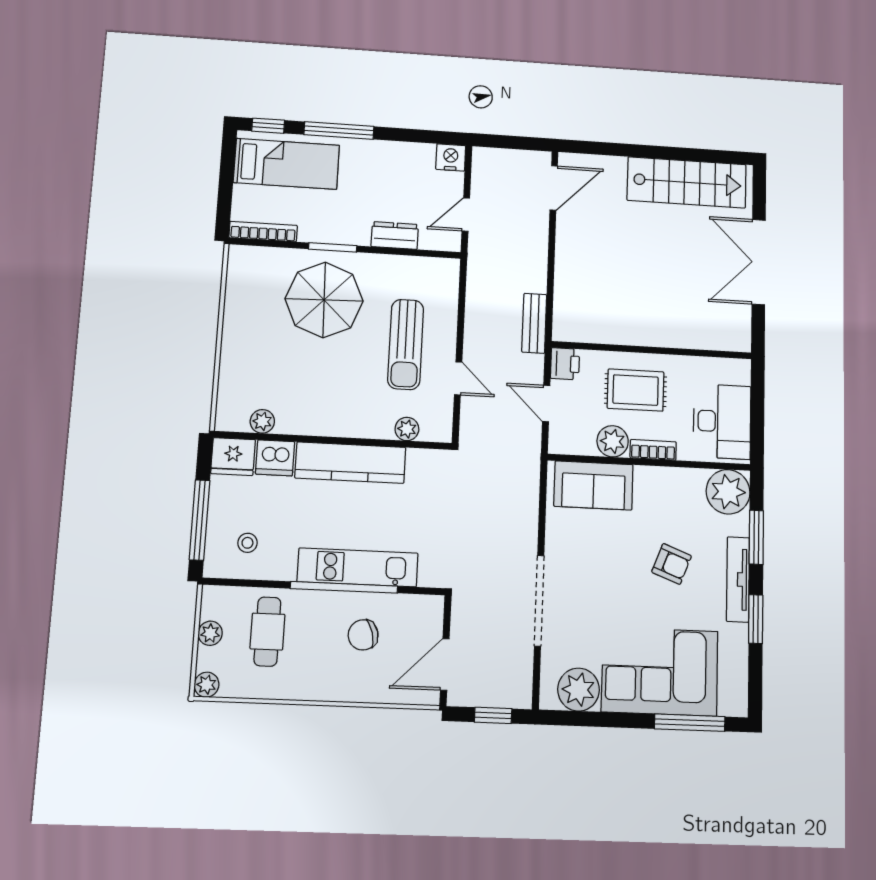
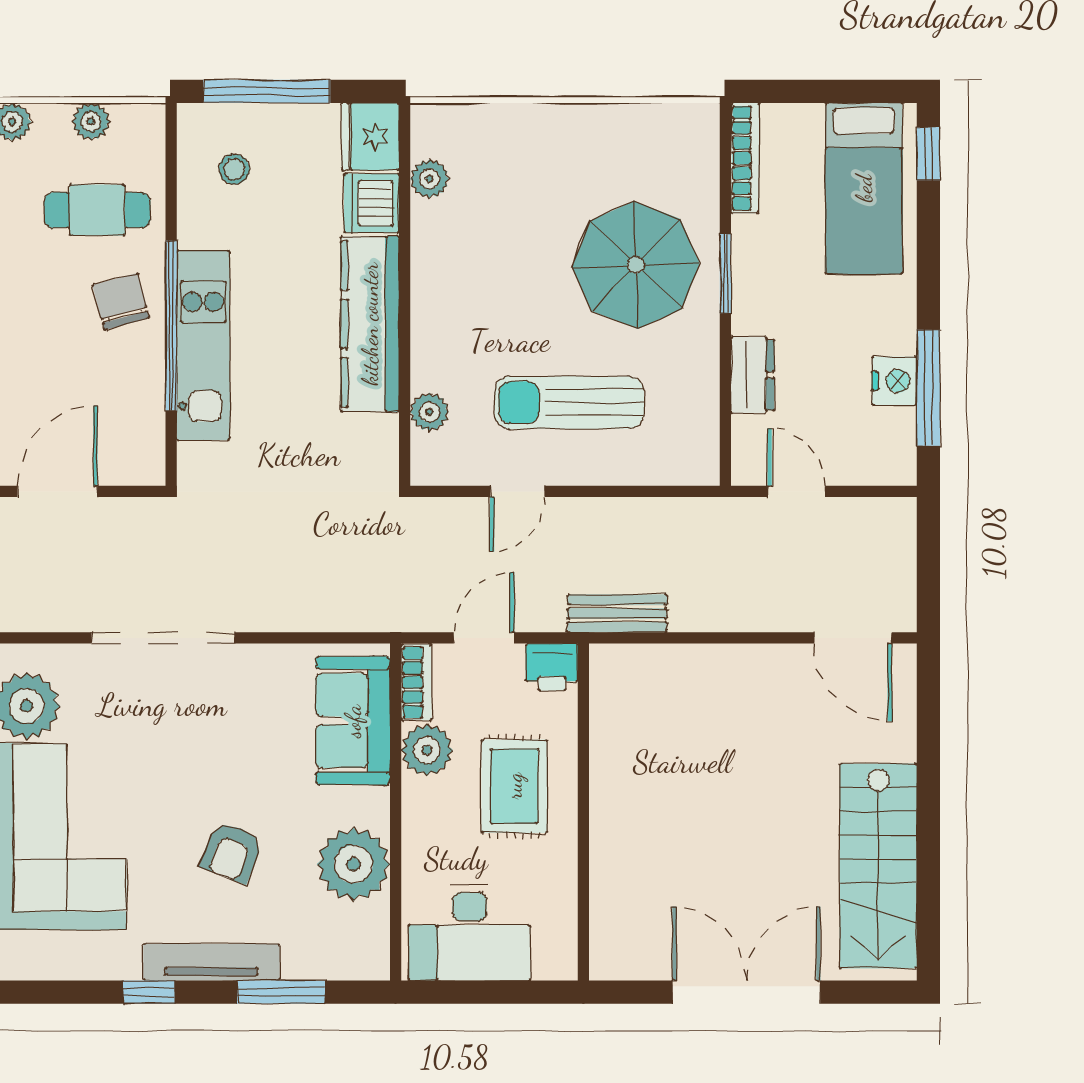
window: (339, 130) -> (928, 388), moved
nightstand: (451, 157) -> (894, 381), moved
bookcase: (653, 450) -> (416, 682), moved
plant: (728, 492) -> (353, 864), moved
window: (756, 619) -> (149, 992), width x0.67
chair: (363, 635) -> (121, 301), moved
door: (445, 664) -> (57, 491), hinge flipped

